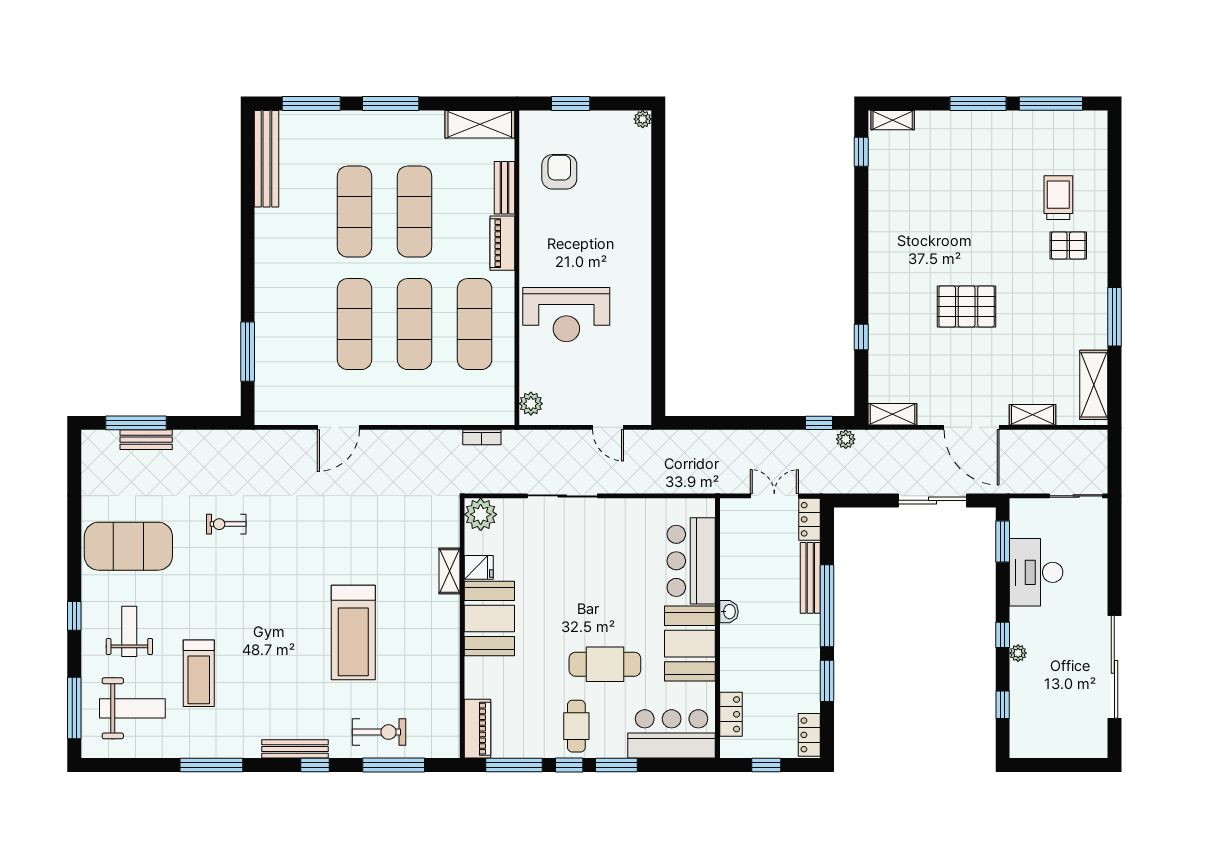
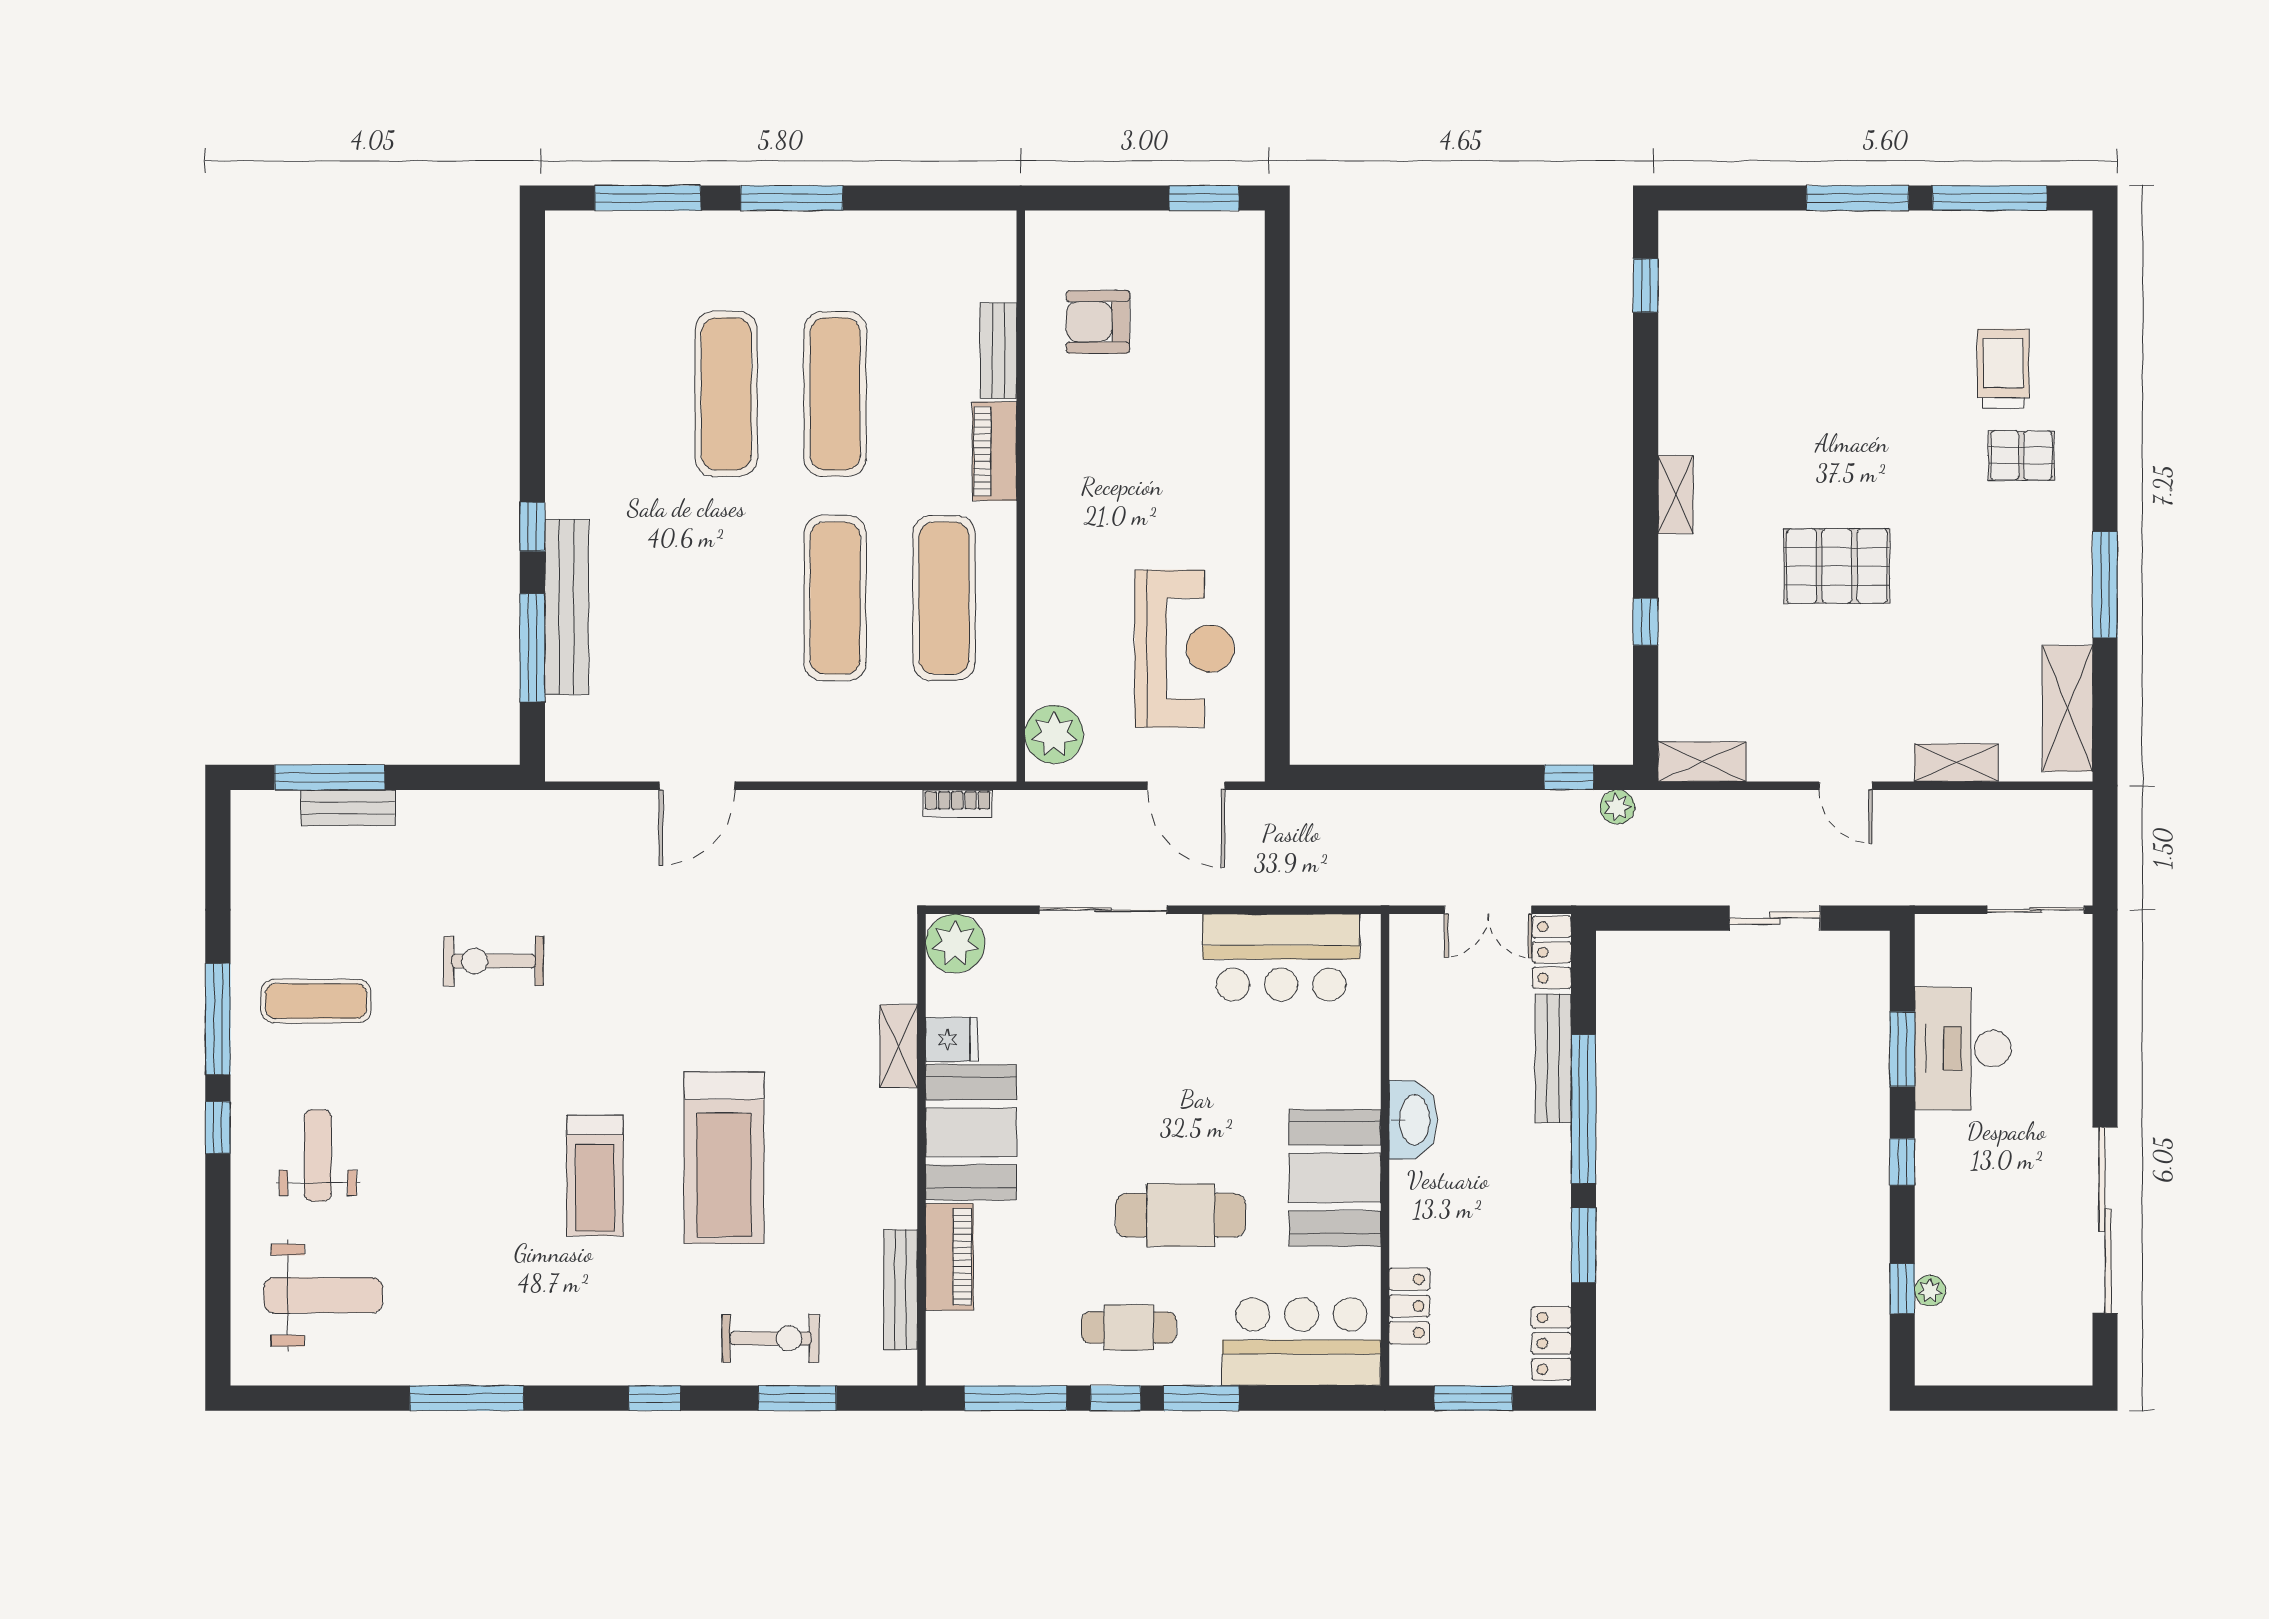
window: (571, 104) -> (1204, 198), moved
plant: (643, 119) -> (1249, 226), removed
shelving: (893, 120) -> (1676, 495), moved, turned 90
shelving: (480, 124) -> (954, 236), removed
bench: (267, 159) -> (567, 607), moved
armchair: (559, 172) -> (1098, 322), turned -90
window: (248, 285) -> (532, 527), added
reception desk: (566, 315) -> (1184, 649), moved, turned -90
exercise mat: (354, 324) -> (726, 598), removed
plant: (531, 404) -> (1054, 735), width x1.36, depth x1.36
door: (608, 427) -> (1186, 786), width x1.38
door: (971, 427) -> (1846, 786), width x0.53
double door: (774, 496) -> (1488, 910), swing flipped
sliding door: (932, 500) -> (1775, 918), width x0.73
exercise bike: (226, 524) -> (494, 961), width x1.38, depth x1.39
window: (1003, 541) -> (1902, 1049), moved
exercise mat: (128, 546) -> (316, 1001), width x0.50, depth x0.69
bar counter: (691, 561) -> (1281, 958), moved, turned -90
washbasin: (729, 612) -> (1413, 1120), width x1.91, depth x1.45
plant: (1018, 653) -> (1930, 1291), moved
treadmill: (199, 673) -> (595, 1176), moved
window: (74, 708) -> (218, 1019), moved
cafe table: (576, 726) -> (1129, 1328), turned 90
piano: (478, 729) -> (949, 1257), moved
bench: (295, 749) -> (900, 1290), moved, turned 90
window: (394, 765) -> (797, 1398), width x0.69
window: (766, 765) -> (1473, 1398), width x1.50

